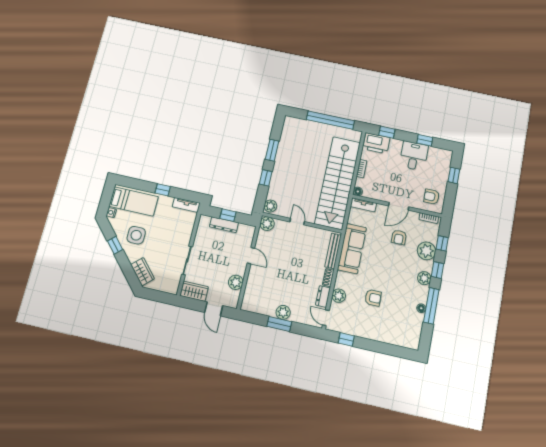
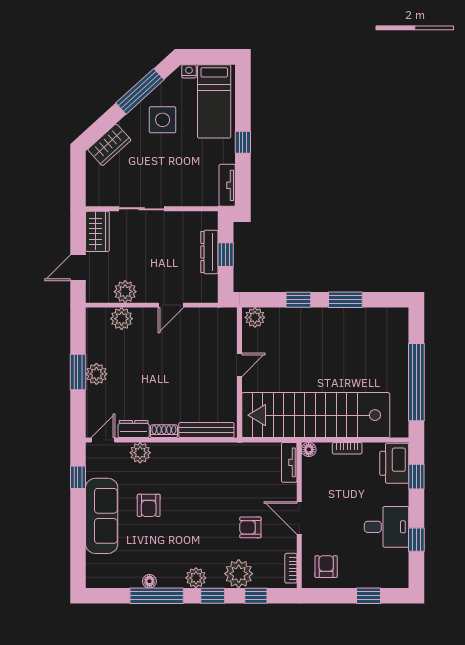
plant: (267, 224) -> (122, 319), moved
window: (115, 245) -> (140, 91), width x2.17
sofa: (352, 249) -> (102, 516), moved, turned -90

